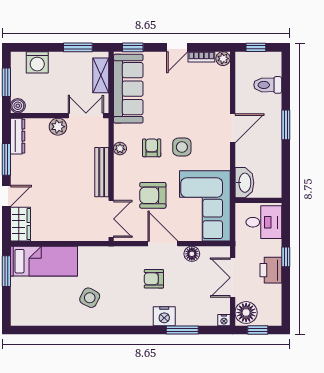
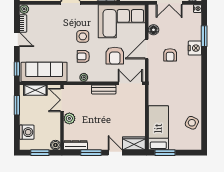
bench: (102, 172) -> (104, 89), width x0.73
side table: (90, 298) -> (192, 123), moved

